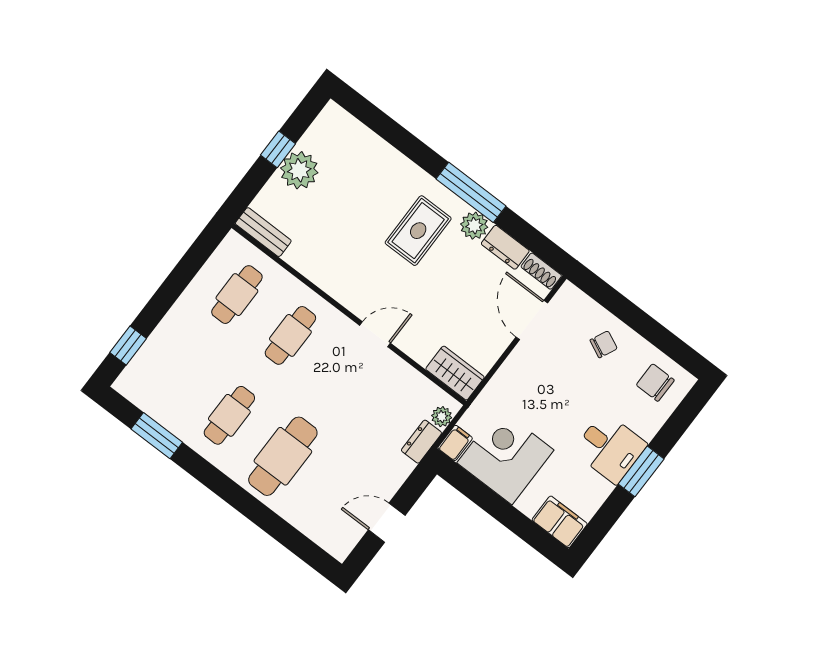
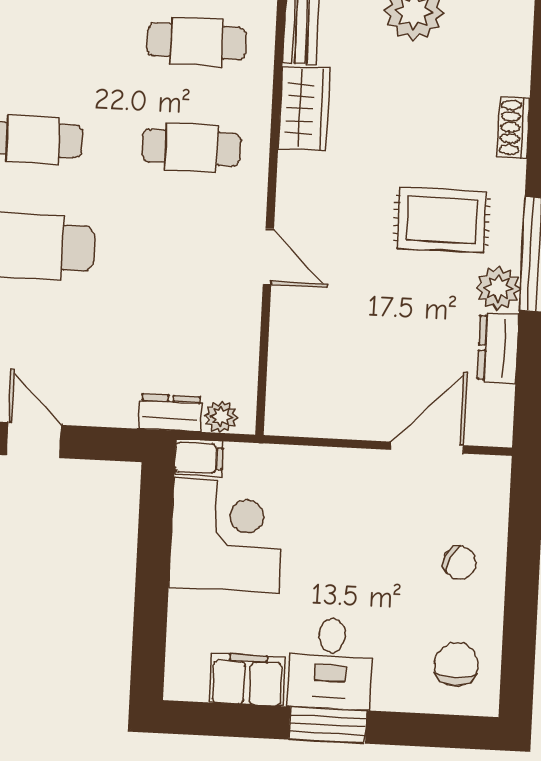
shoe rack: (541, 271) -> (514, 128), moved
wardrobe: (455, 373) -> (304, 109), moved
filing cabinet: (560, 522) -> (247, 680), moved, turned -90

